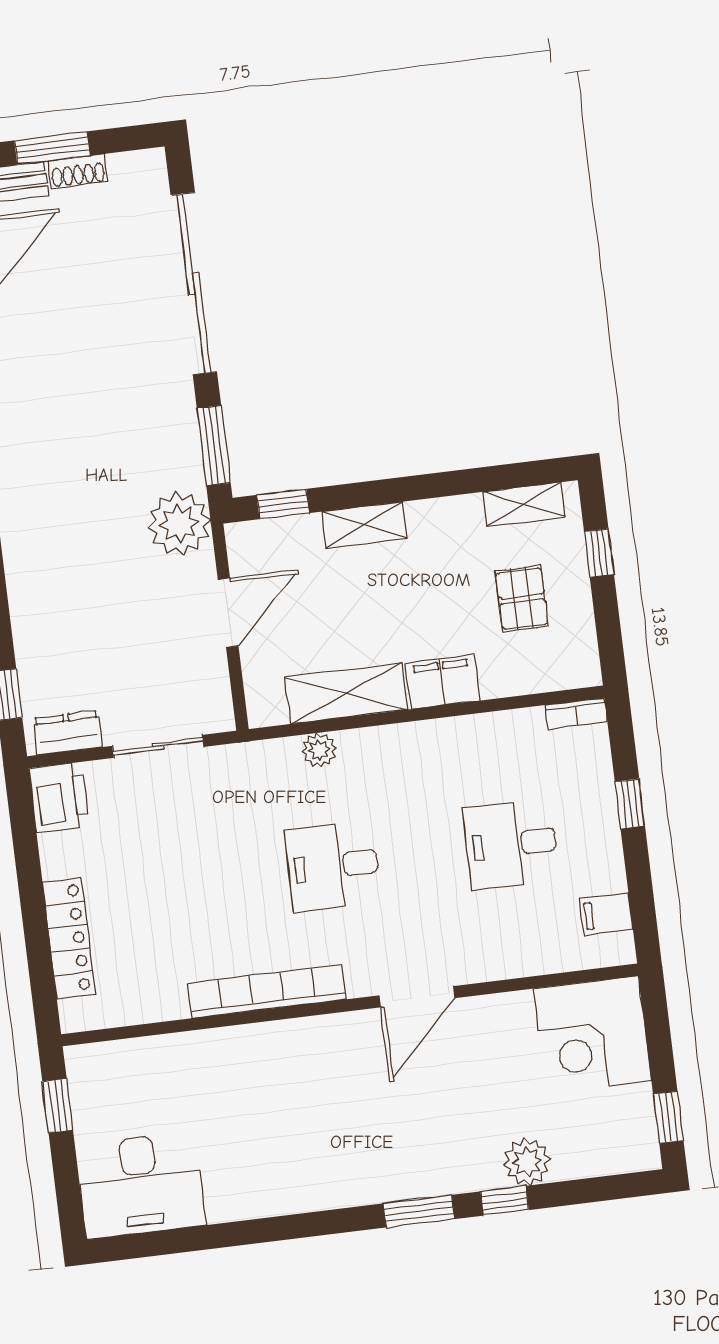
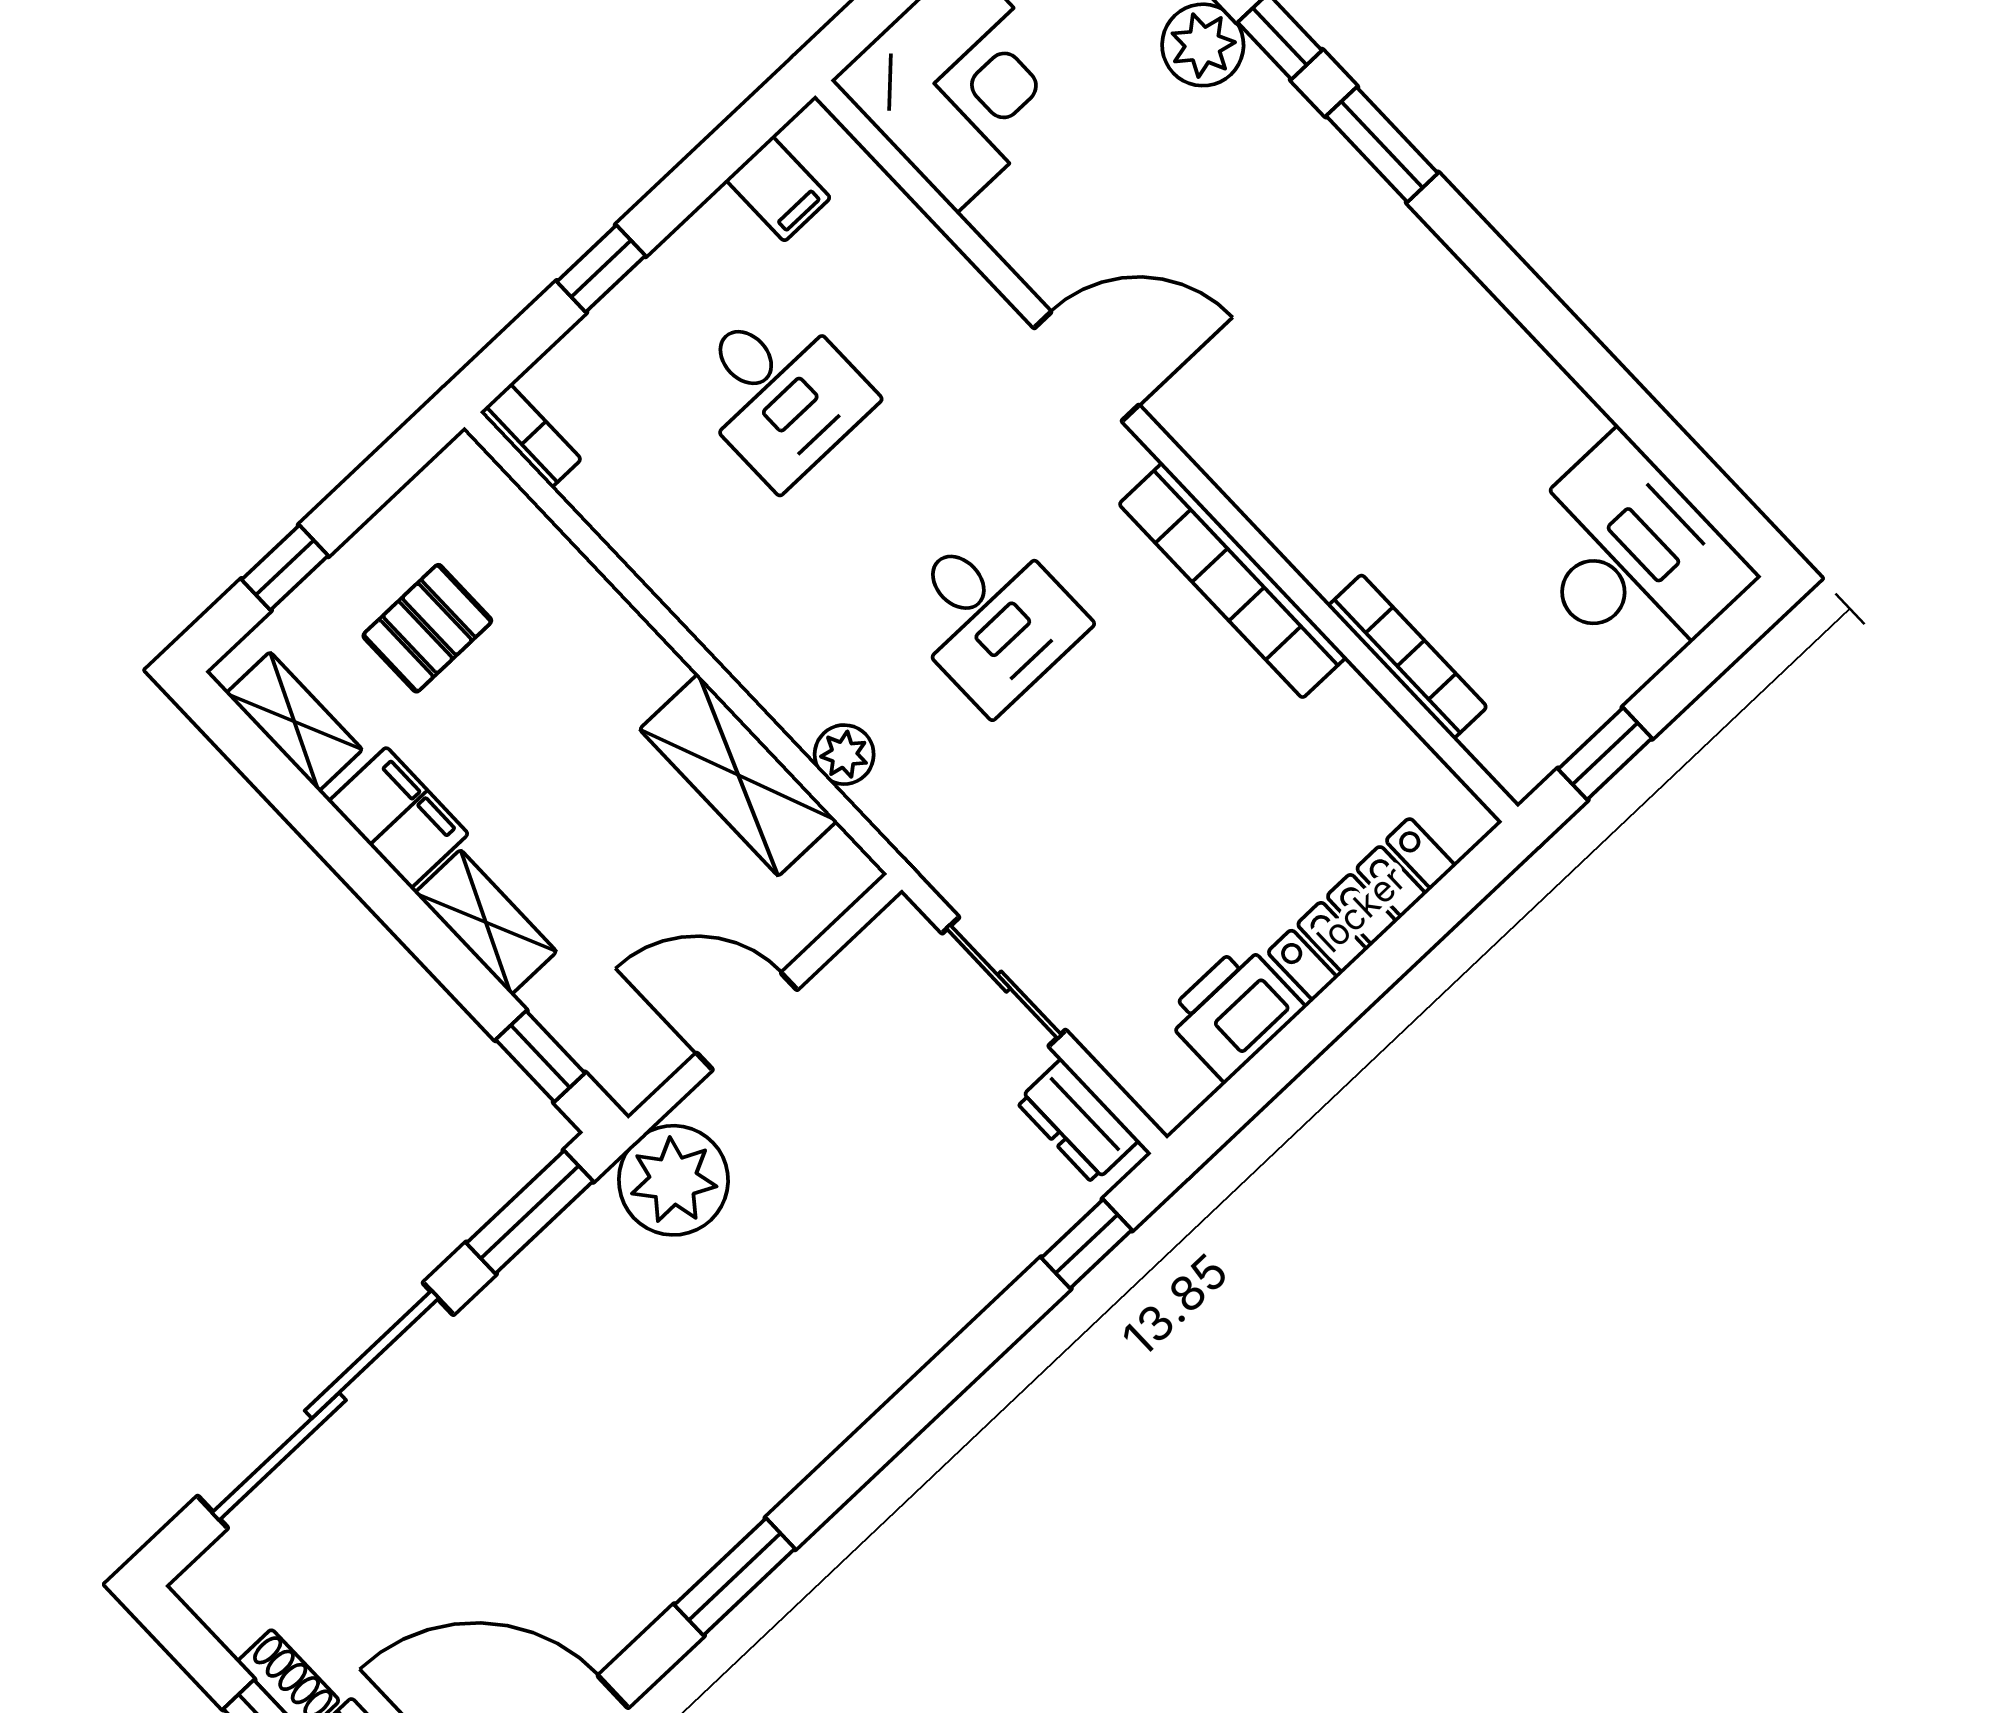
filing cabinet: (442, 682) -> (398, 818), moved, turned 180
printer: (59, 797) -> (1234, 1012), moved
bookcase: (171, 1047) -> (1407, 657), added

